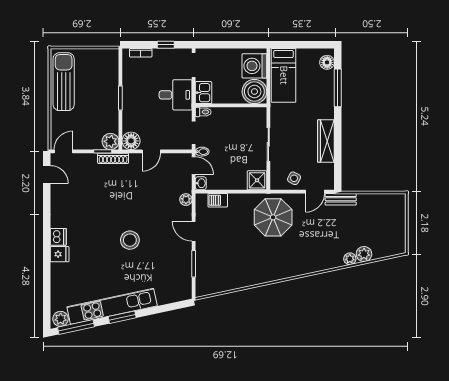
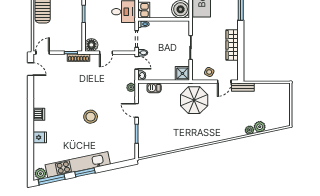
plant: (110, 141) -> (77, 45), removed
fridge: (60, 254) -> (40, 137), moved

